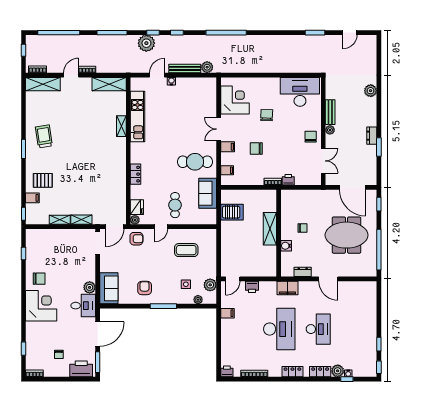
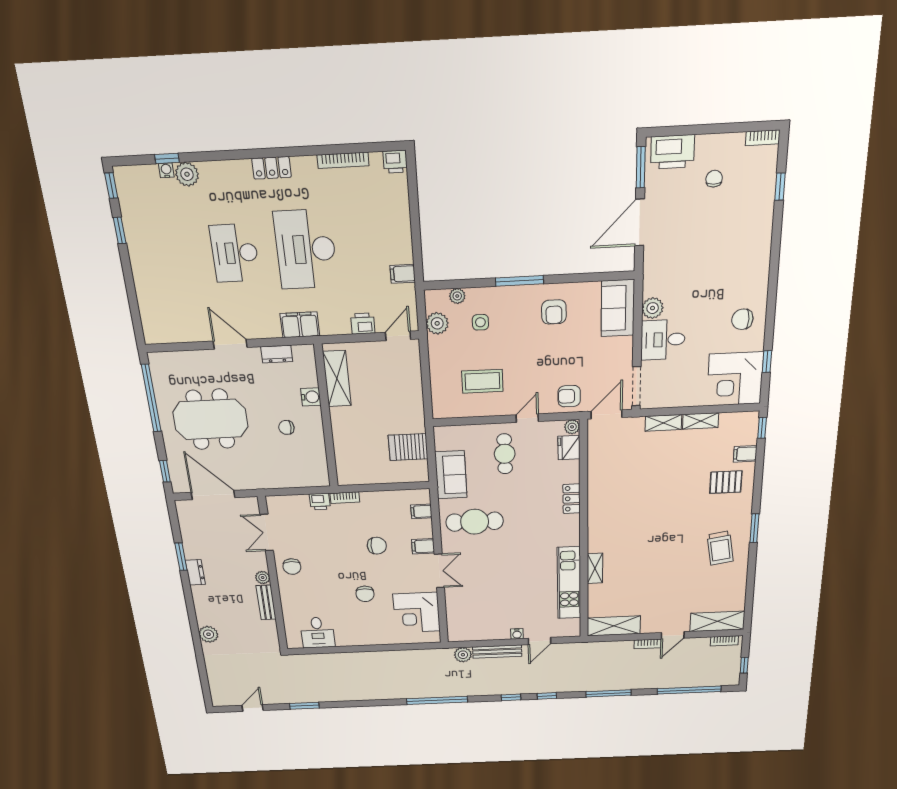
plant: (146, 43) -> (557, 682), removed
desk: (300, 92) -> (317, 633), width x0.53, depth x0.77
shelving: (270, 229) -> (337, 379), moved
corner desk: (41, 306) -> (735, 379), moved
desk: (83, 306) -> (663, 340), moved
locker: (320, 372) -> (219, 171), removed

